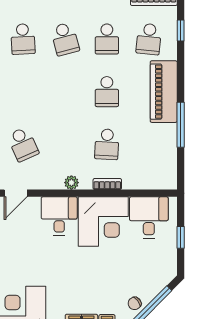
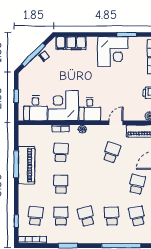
piano: (164, 92) -> (27, 165), moved
school desk: (23, 144) -> (112, 152), turned 42

